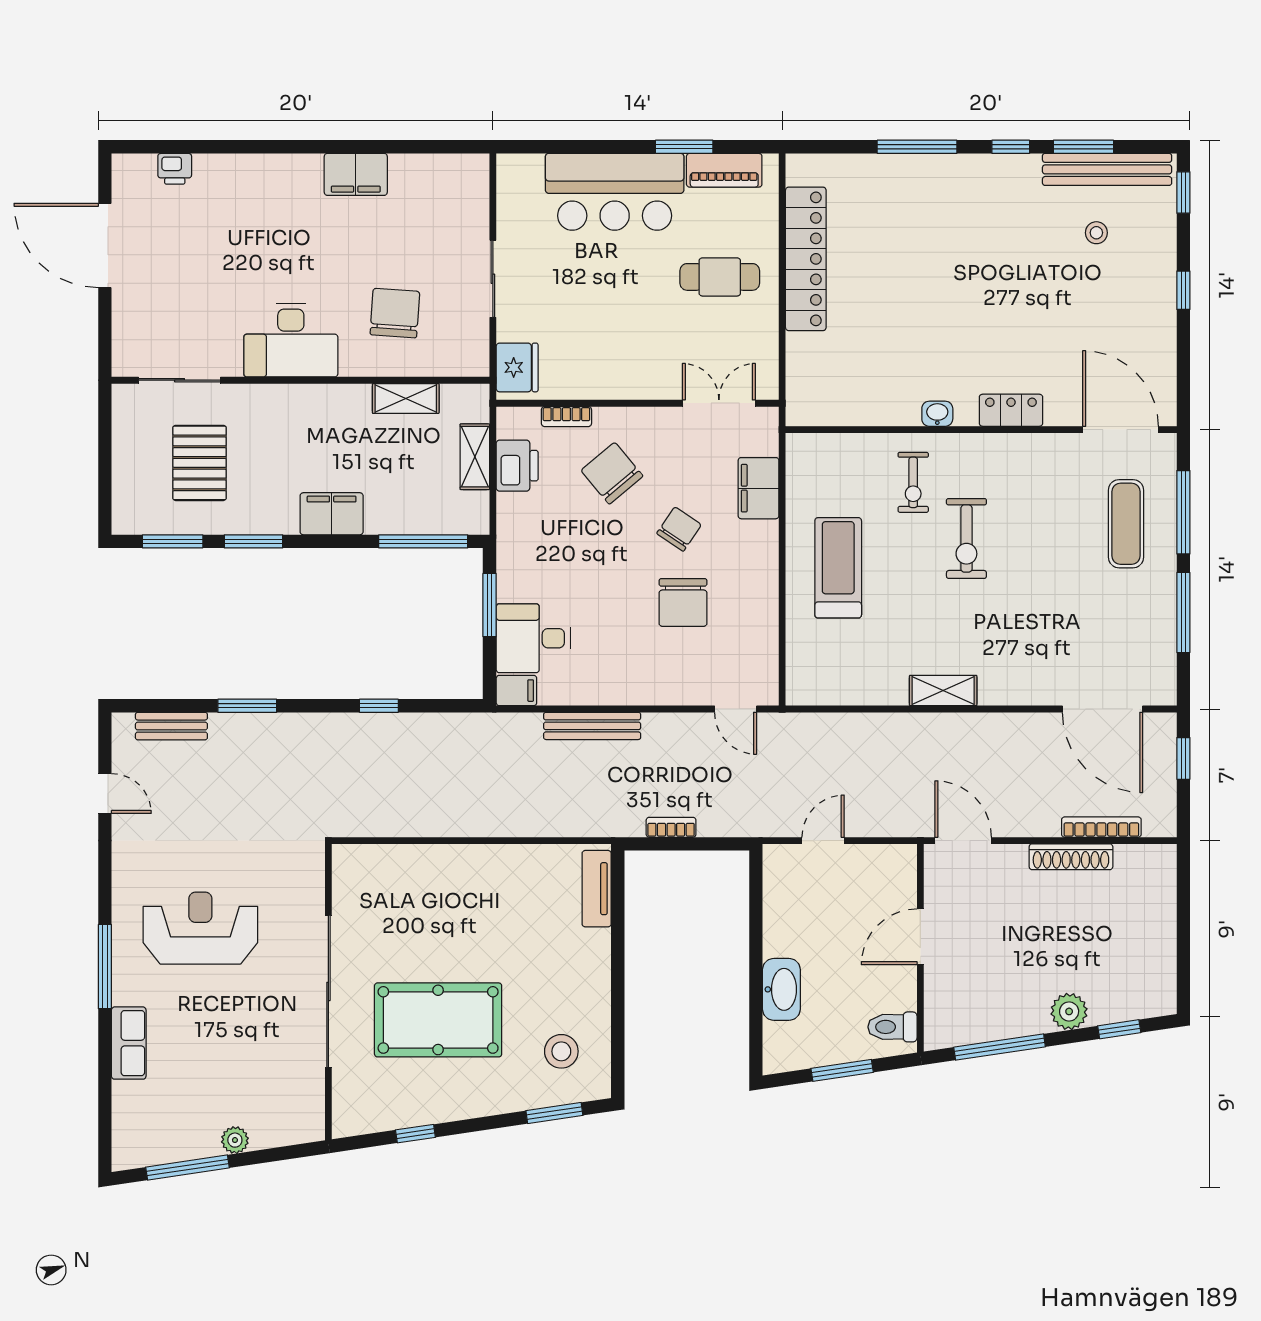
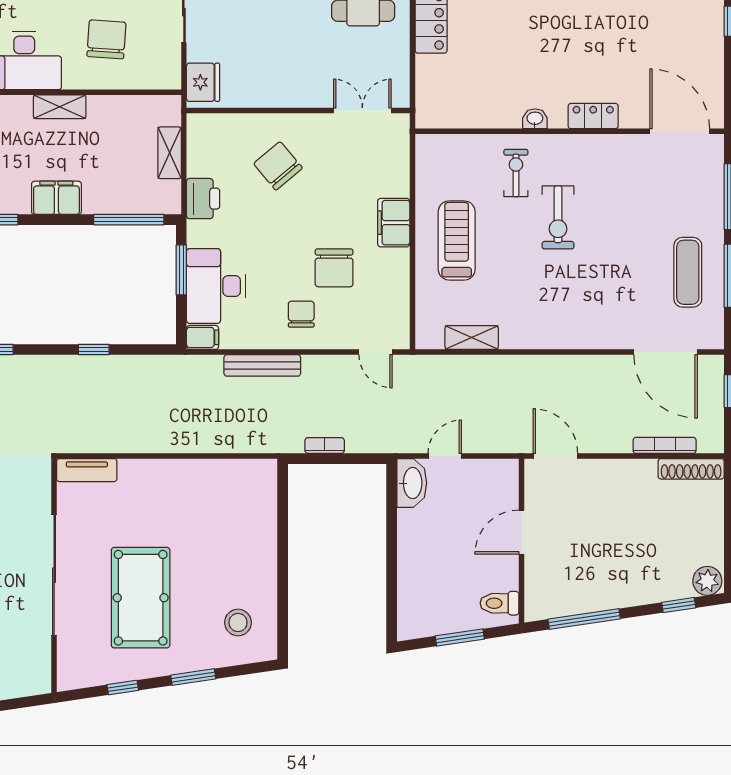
shelving: (406, 398) -> (60, 107), moved
bookcase: (566, 417) -> (242, 121), removed
printer: (517, 466) -> (203, 199), moved
exercise bike: (913, 482) -> (516, 173), turned 180
filing cabinet: (759, 488) -> (394, 223), moved
exercise mat: (1126, 524) -> (688, 272), moved
chair: (679, 529) -> (301, 314), moved, turned -34
desk: (533, 638) -> (216, 286), width x1.37
shelving: (943, 691) -> (472, 337), moved
shoe rack: (1071, 857) -> (691, 469), moved
tv unit: (597, 889) -> (87, 470), moved, turned -90
washbasin: (781, 989) -> (412, 483), moved
plant: (1069, 1011) -> (707, 581), moved
pool table: (438, 1020) -> (141, 598), turned 90
window: (554, 1113) -> (193, 677), moved

